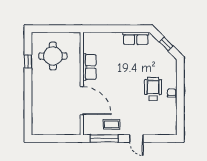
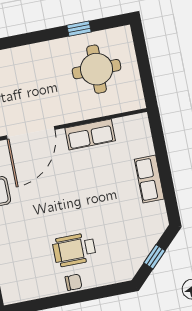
row of seats: (136, 38) -> (149, 179), moved
wheelchair: (153, 89) -> (74, 250), turned 180

